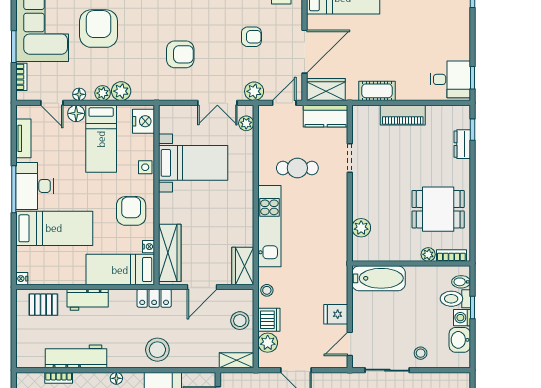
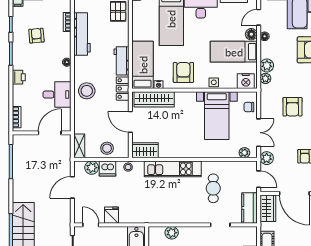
plant: (103, 93) -> (265, 78), moved
double door: (217, 103) -> (259, 133), swing flipped
chair: (181, 117) -> (249, 107), added
armchair: (131, 211) -> (183, 72), turned -90
workbench: (88, 300) -> (121, 61), moved

